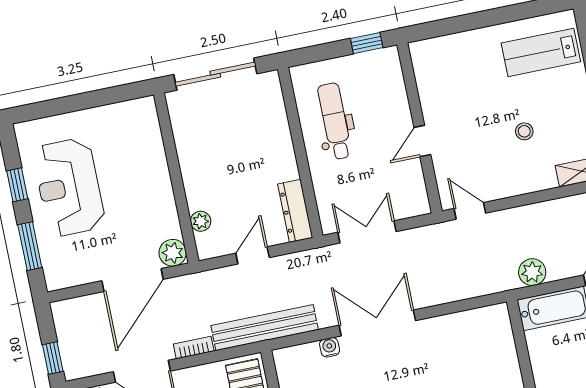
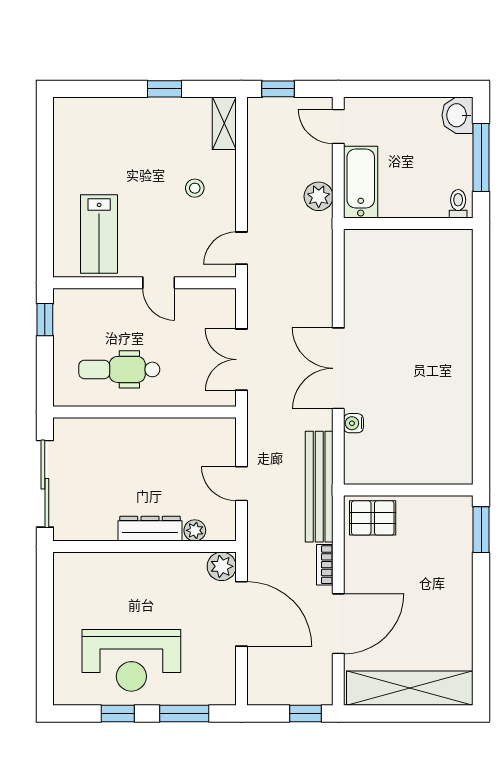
lab bench: (541, 52) -> (99, 234), moved
stool: (524, 131) -> (195, 188), moved
dresser: (295, 211) -> (150, 529), moved, turned 180

